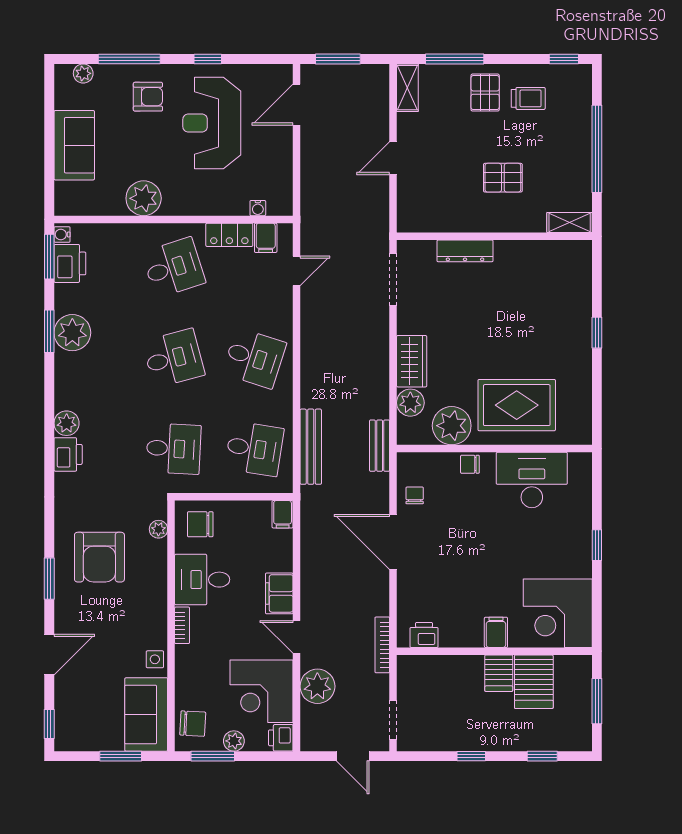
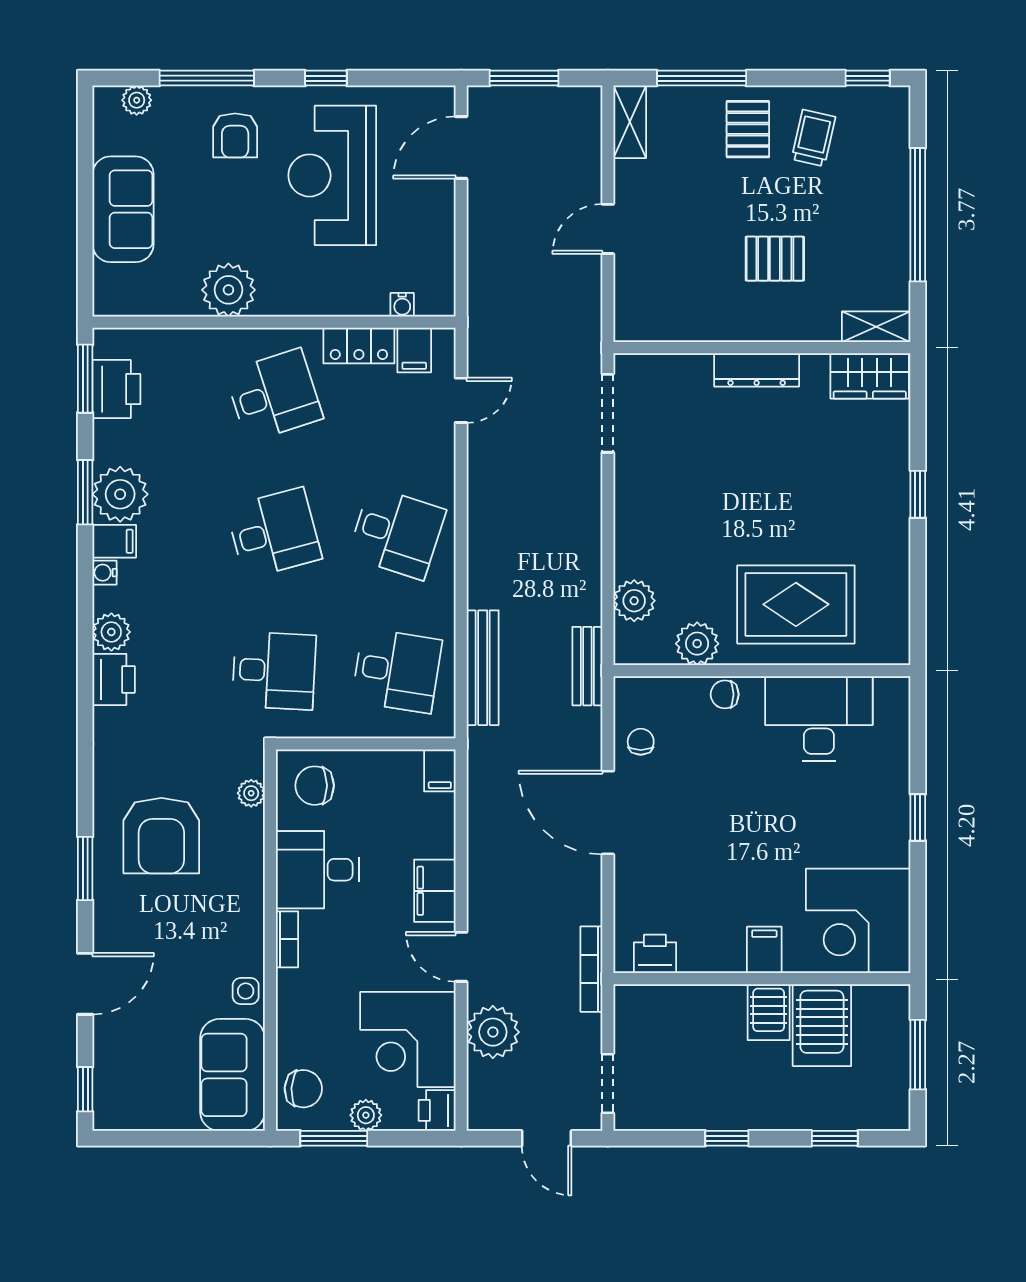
armchair: (148, 97) -> (235, 135), turned 90
trolley: (528, 98) -> (813, 138), turned -77
water cooler: (62, 234) -> (105, 573), moved
dresser: (465, 251) -> (757, 370), moved
wardrobe: (412, 361) -> (870, 376), moved, turned 90
filing cabinet: (68, 364) -> (114, 541), added
plant: (452, 426) -> (697, 644), width x0.73, depth x0.73
window: (121, 756) -> (194, 1138), removed

